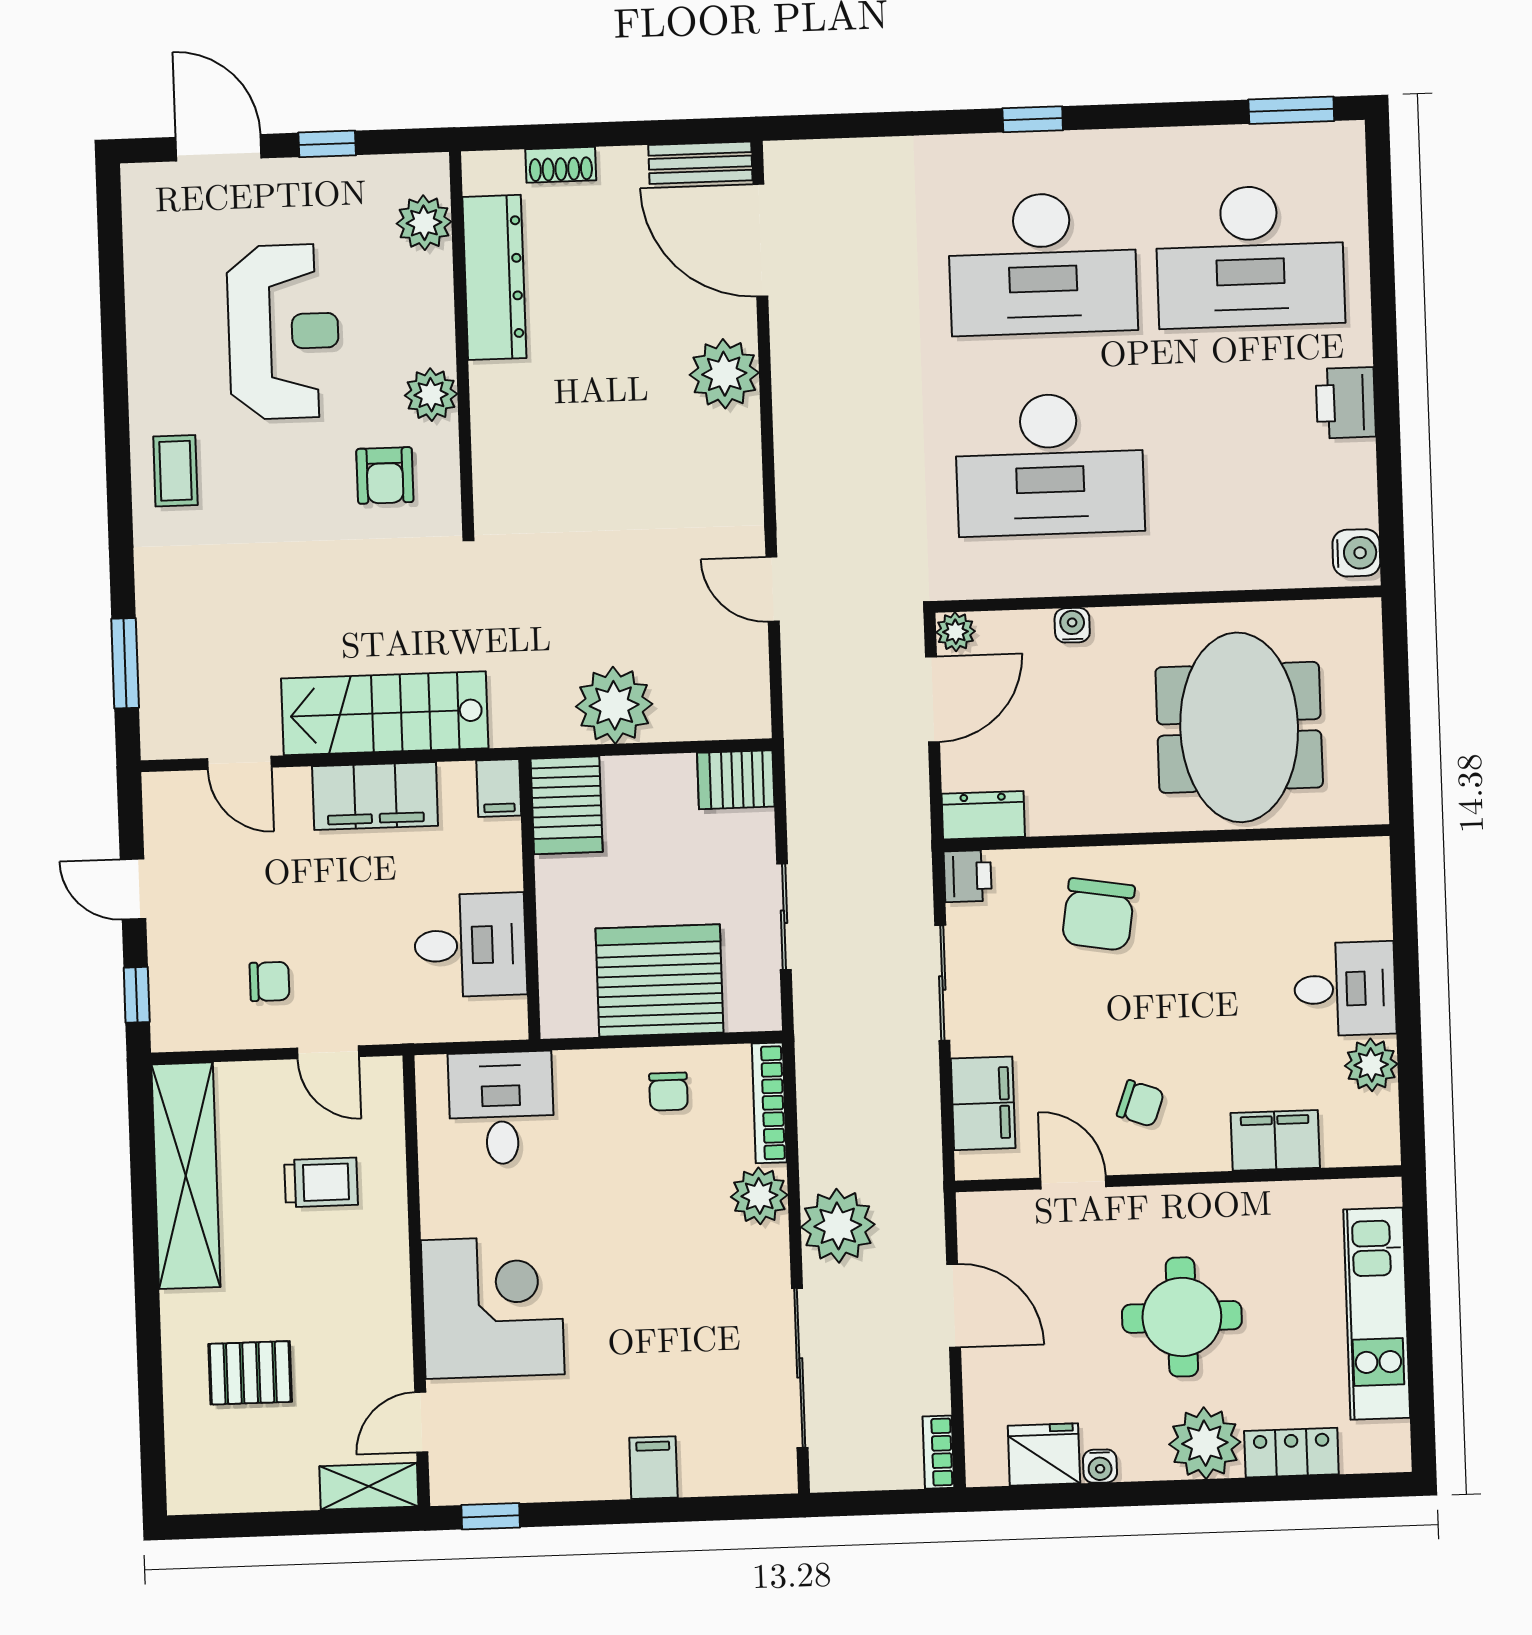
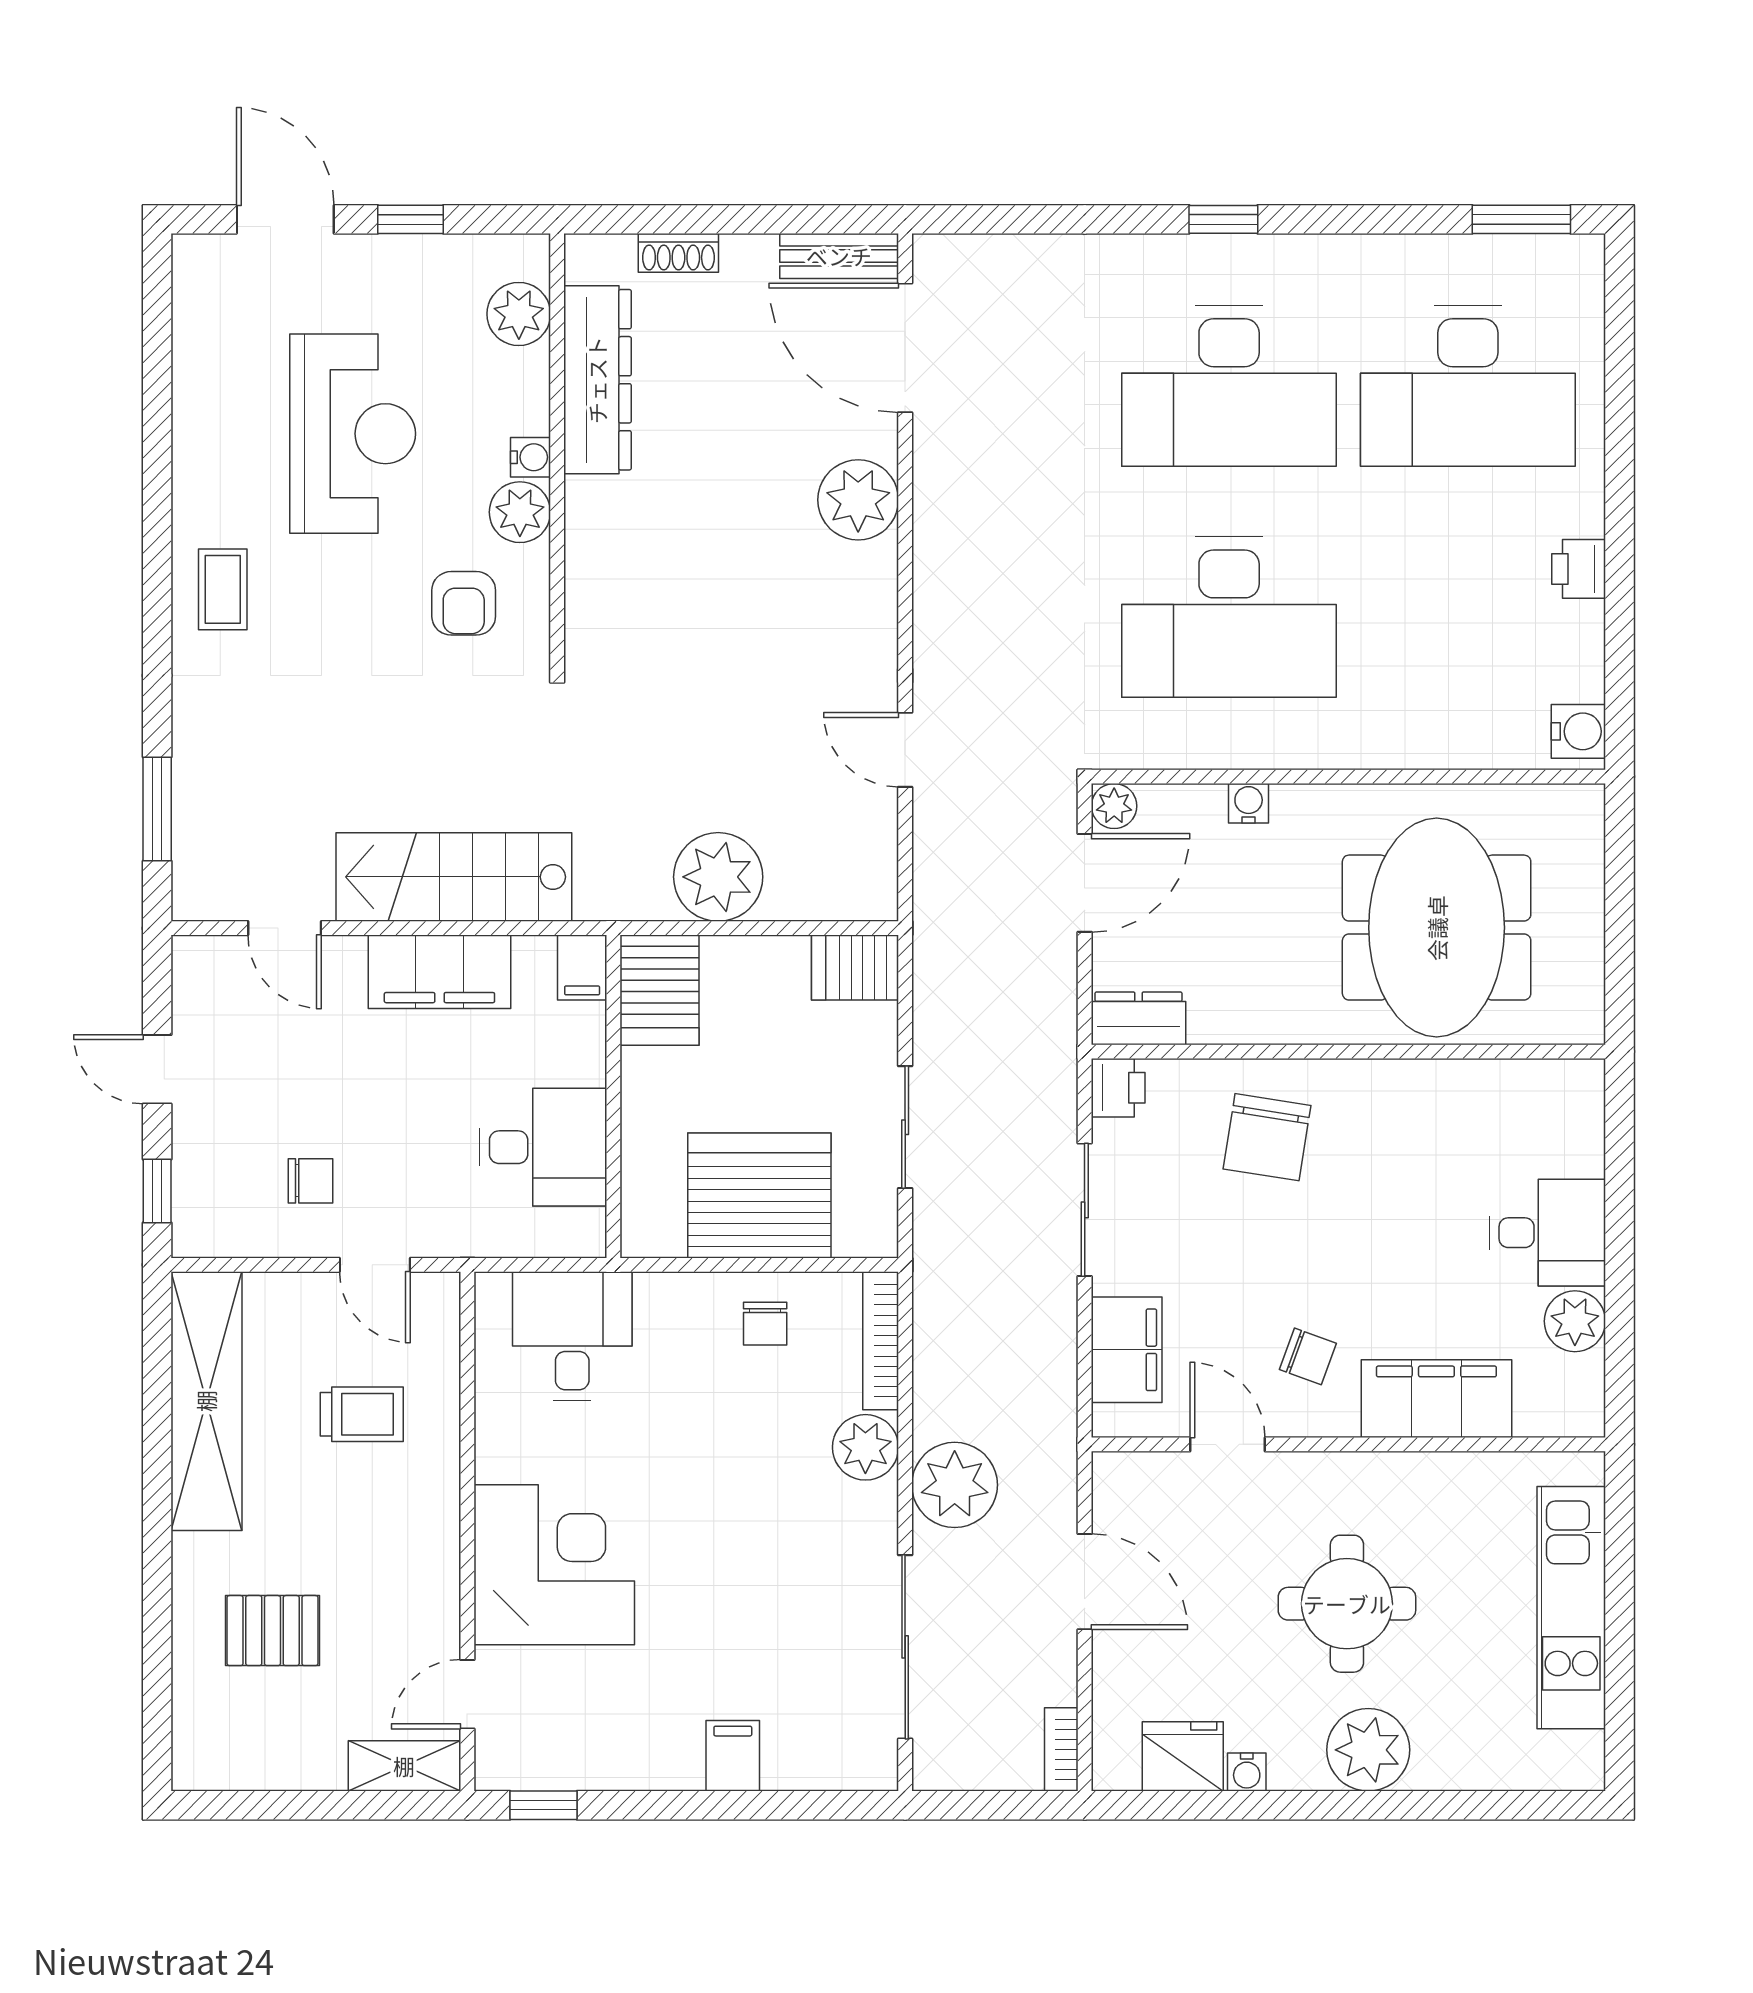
water cooler: (439, 347) -> (531, 457), added
printer: (1346, 403) -> (1579, 569), width x0.73, depth x0.81
filing cabinet: (1275, 1140) -> (1436, 1399), width x1.50, depth x1.17
locker: (1291, 1453) -> (1468, 1764), removed

